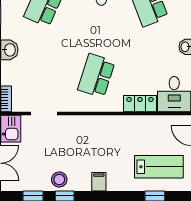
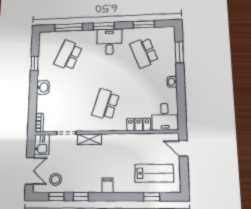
shelving: (75, 122) -> (89, 139), added
stool: (59, 179) -> (55, 179), moved

